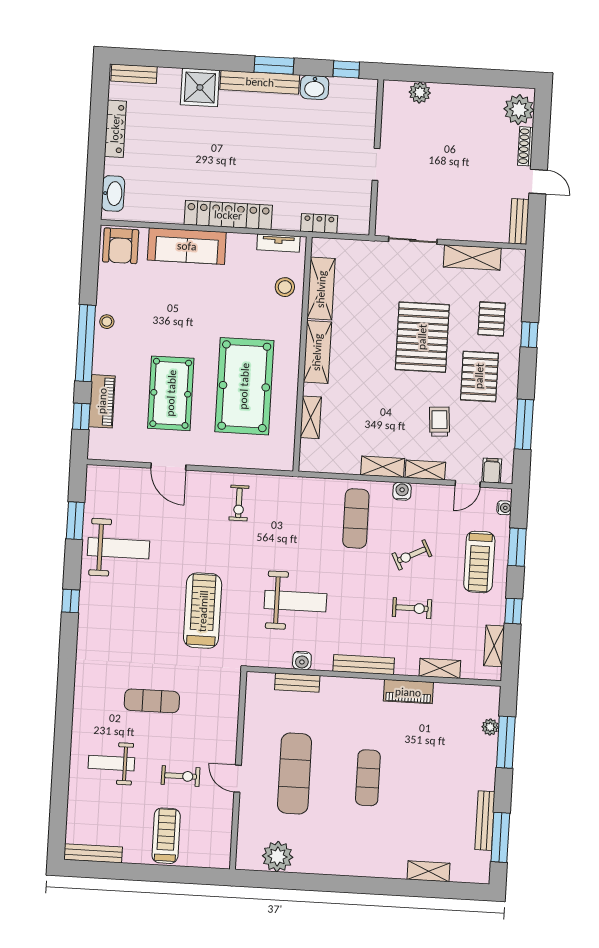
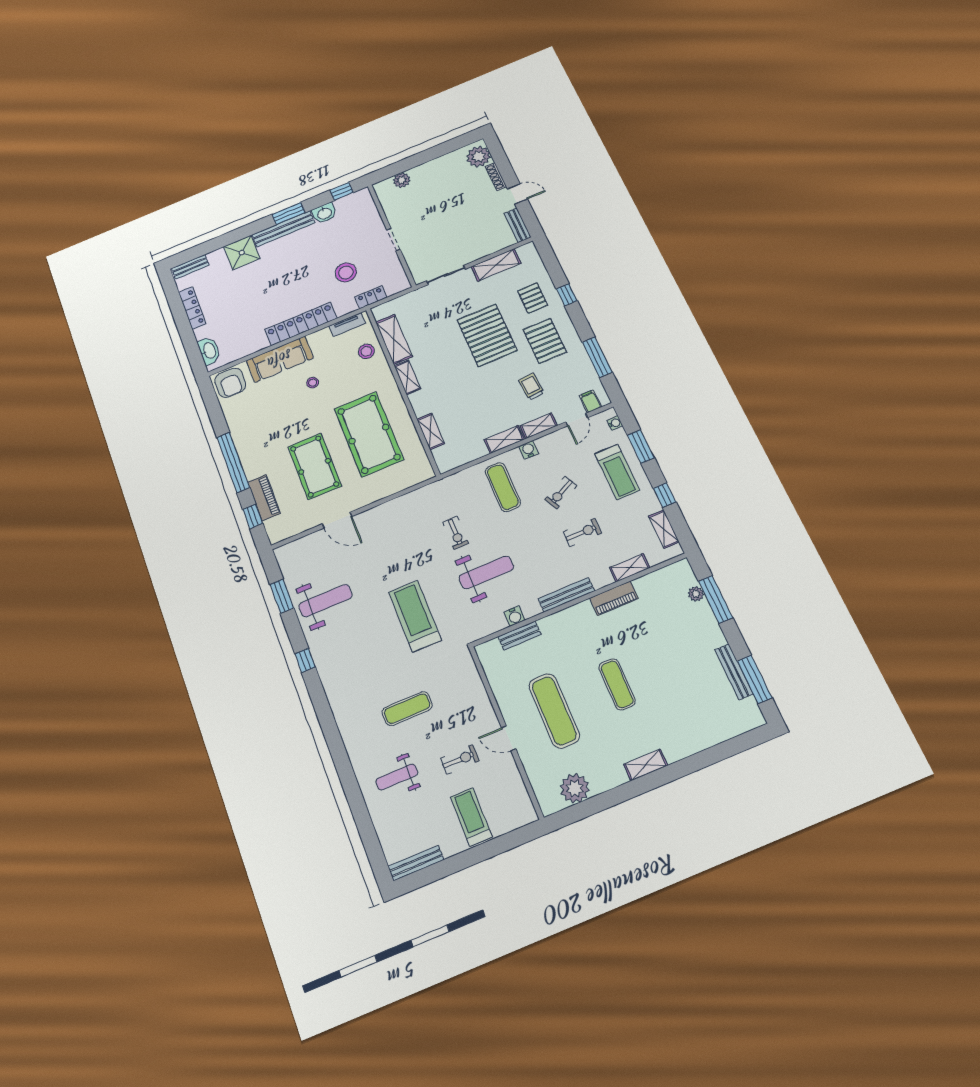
stool: (305, 177) -> (346, 272), added
stool: (107, 322) -> (313, 383), moved
shelving: (317, 352) -> (407, 377), width x0.67, depth x0.75
exercise bike: (239, 503) -> (456, 533), moved
shelving: (429, 871) -> (646, 765), moved

